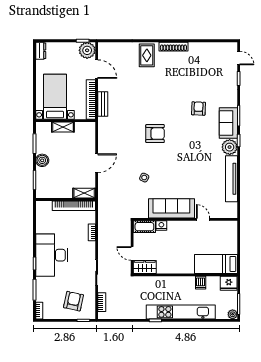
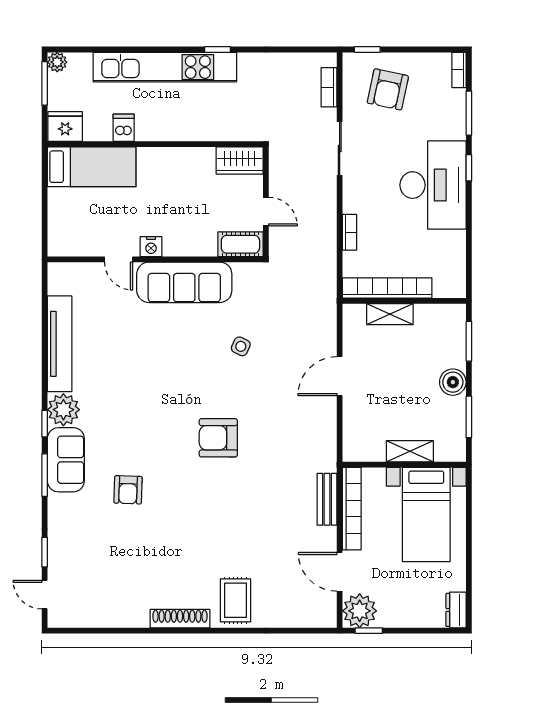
shelving: (84, 193) -> (390, 314), moved
nightstand: (161, 226) -> (151, 247), moved
door: (132, 253) -> (266, 212), moved

